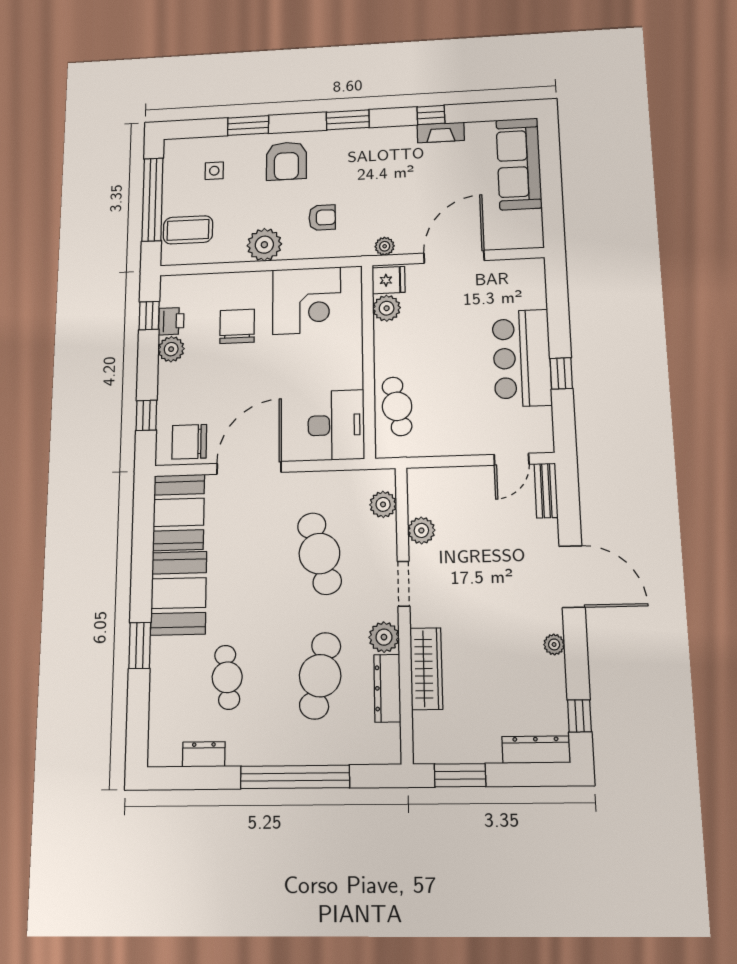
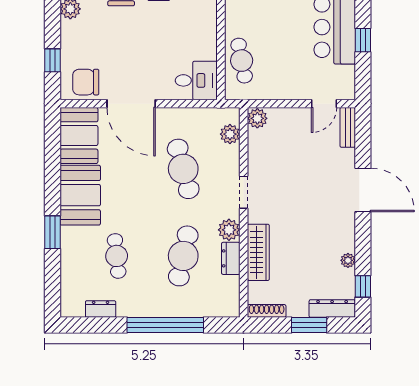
desk: (336, 425) -> (196, 80), width x0.73
door: (249, 468) -> (131, 104), swing flipped
plant: (421, 530) -> (257, 118), moved
plant: (554, 644) -> (348, 260), moved
dresser: (387, 688) -> (231, 258), width x0.70
shoe rack: (440, 754) -> (267, 311), added
window: (460, 775) -> (309, 325), moved

